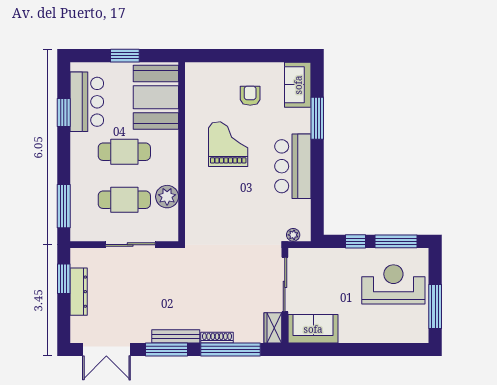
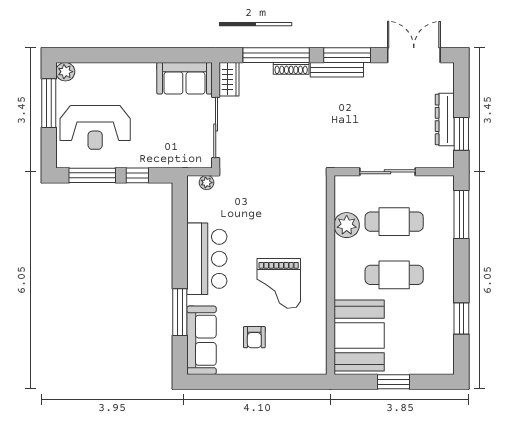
sofa: (298, 85) -> (201, 340), width x1.36
bar counter: (87, 102) -> (436, 330), removed
plant: (420, 335) -> (65, 72), added

